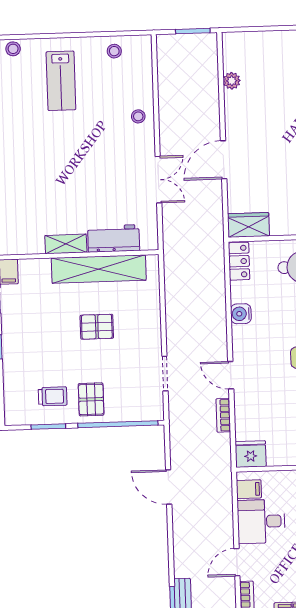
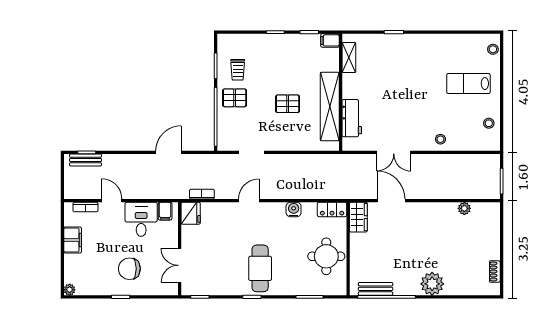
door: (224, 160) -> (391, 201), moved
shelving: (66, 244) -> (349, 58), moved
pallet: (97, 327) -> (288, 104), turned 90
bookcase: (223, 415) -> (202, 194), moved

